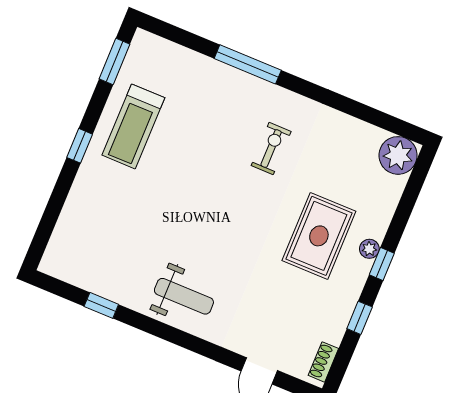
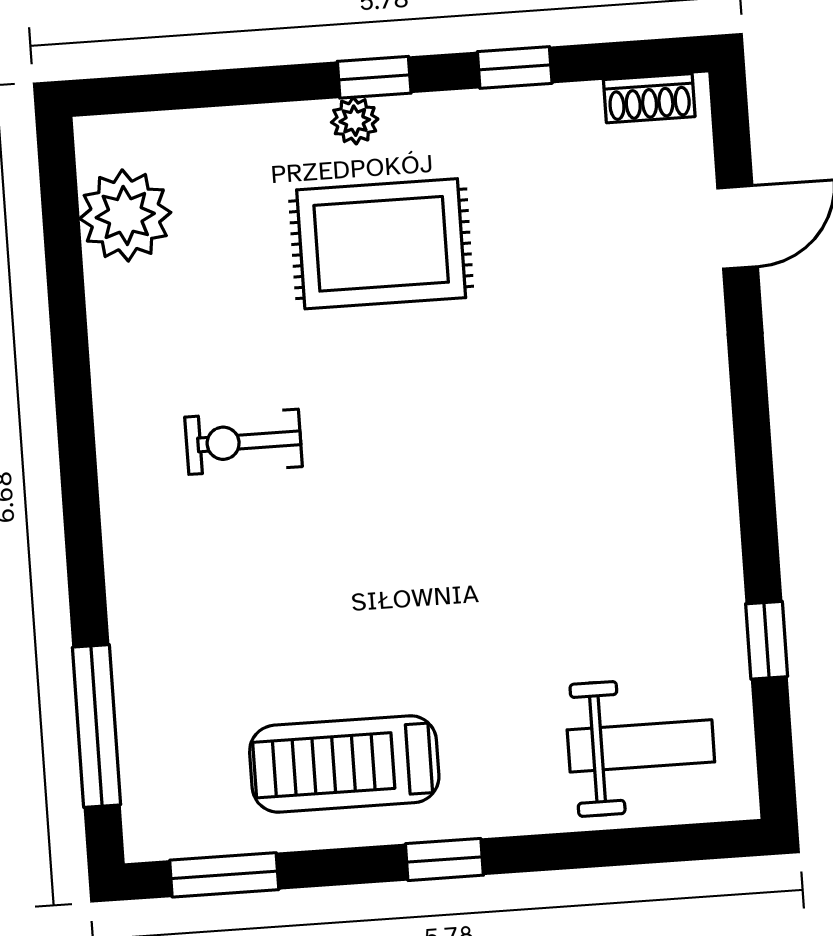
window: (248, 64) -> (96, 726), moved
treadmill: (133, 126) -> (344, 764), turned 180
plant: (398, 155) -> (125, 215), moved
weight bench: (184, 296) -> (641, 746), moved, turned 90

